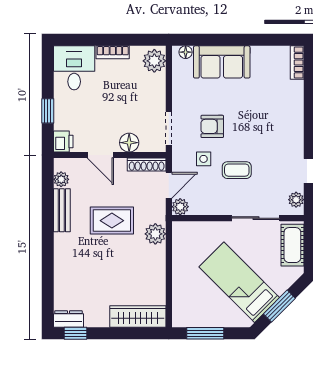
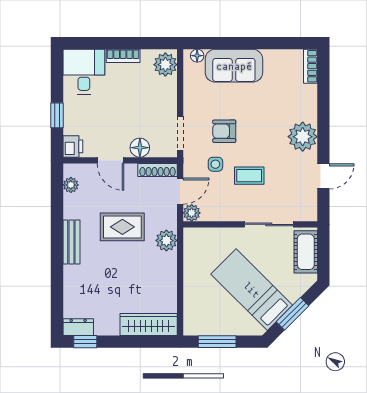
plant: (296, 200) -> (303, 137), moved, width x1.88, depth x1.88
bench: (62, 210) -> (71, 242), moved

